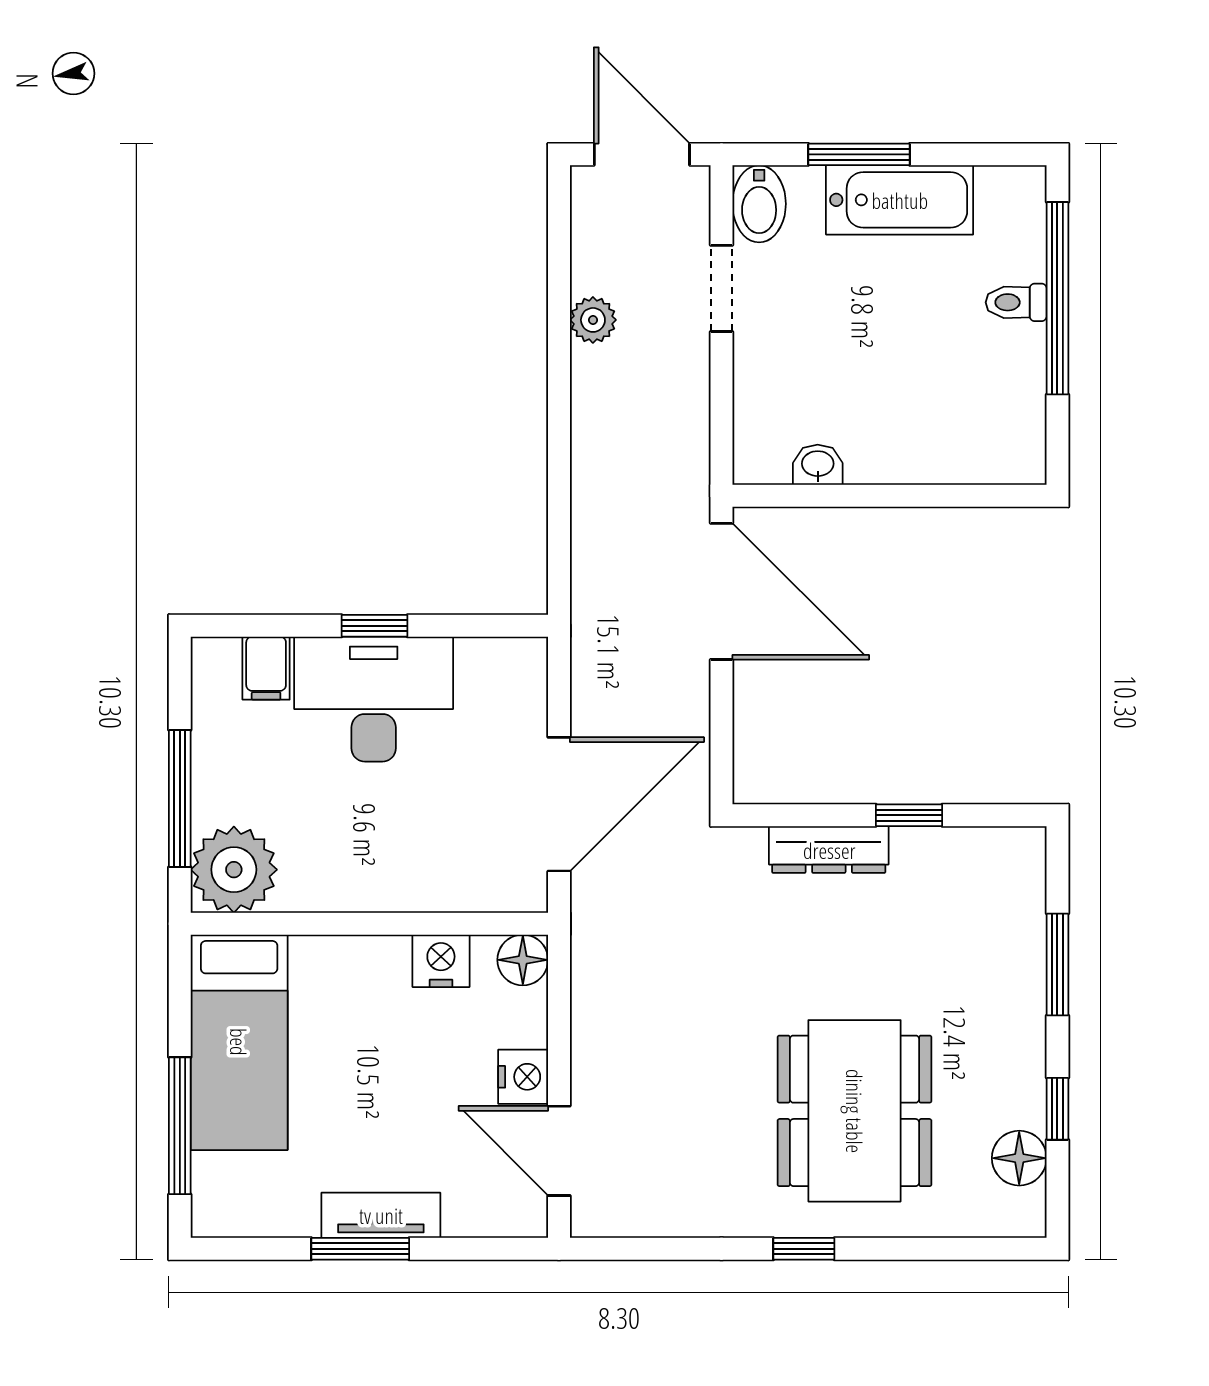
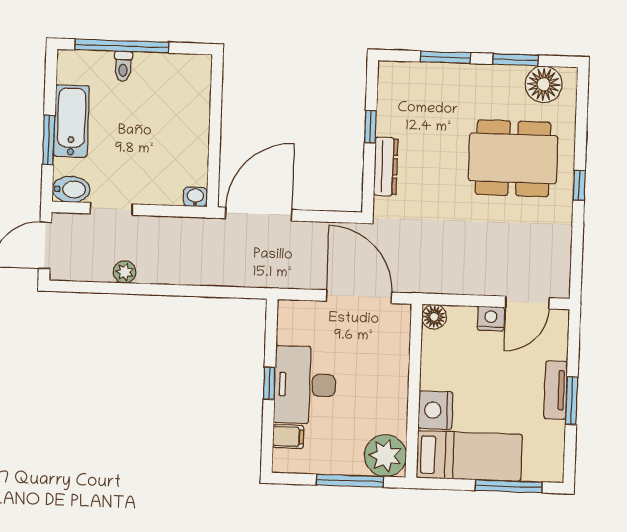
washbasin: (818, 465) -> (195, 197), moved, turned 90
nightstand: (441, 961) -> (435, 410), moved, width x1.36, depth x1.33
window: (1057, 1109) -> (515, 60), width x1.50
floor lamp: (1019, 1158) -> (544, 84), width x1.38, depth x1.38

